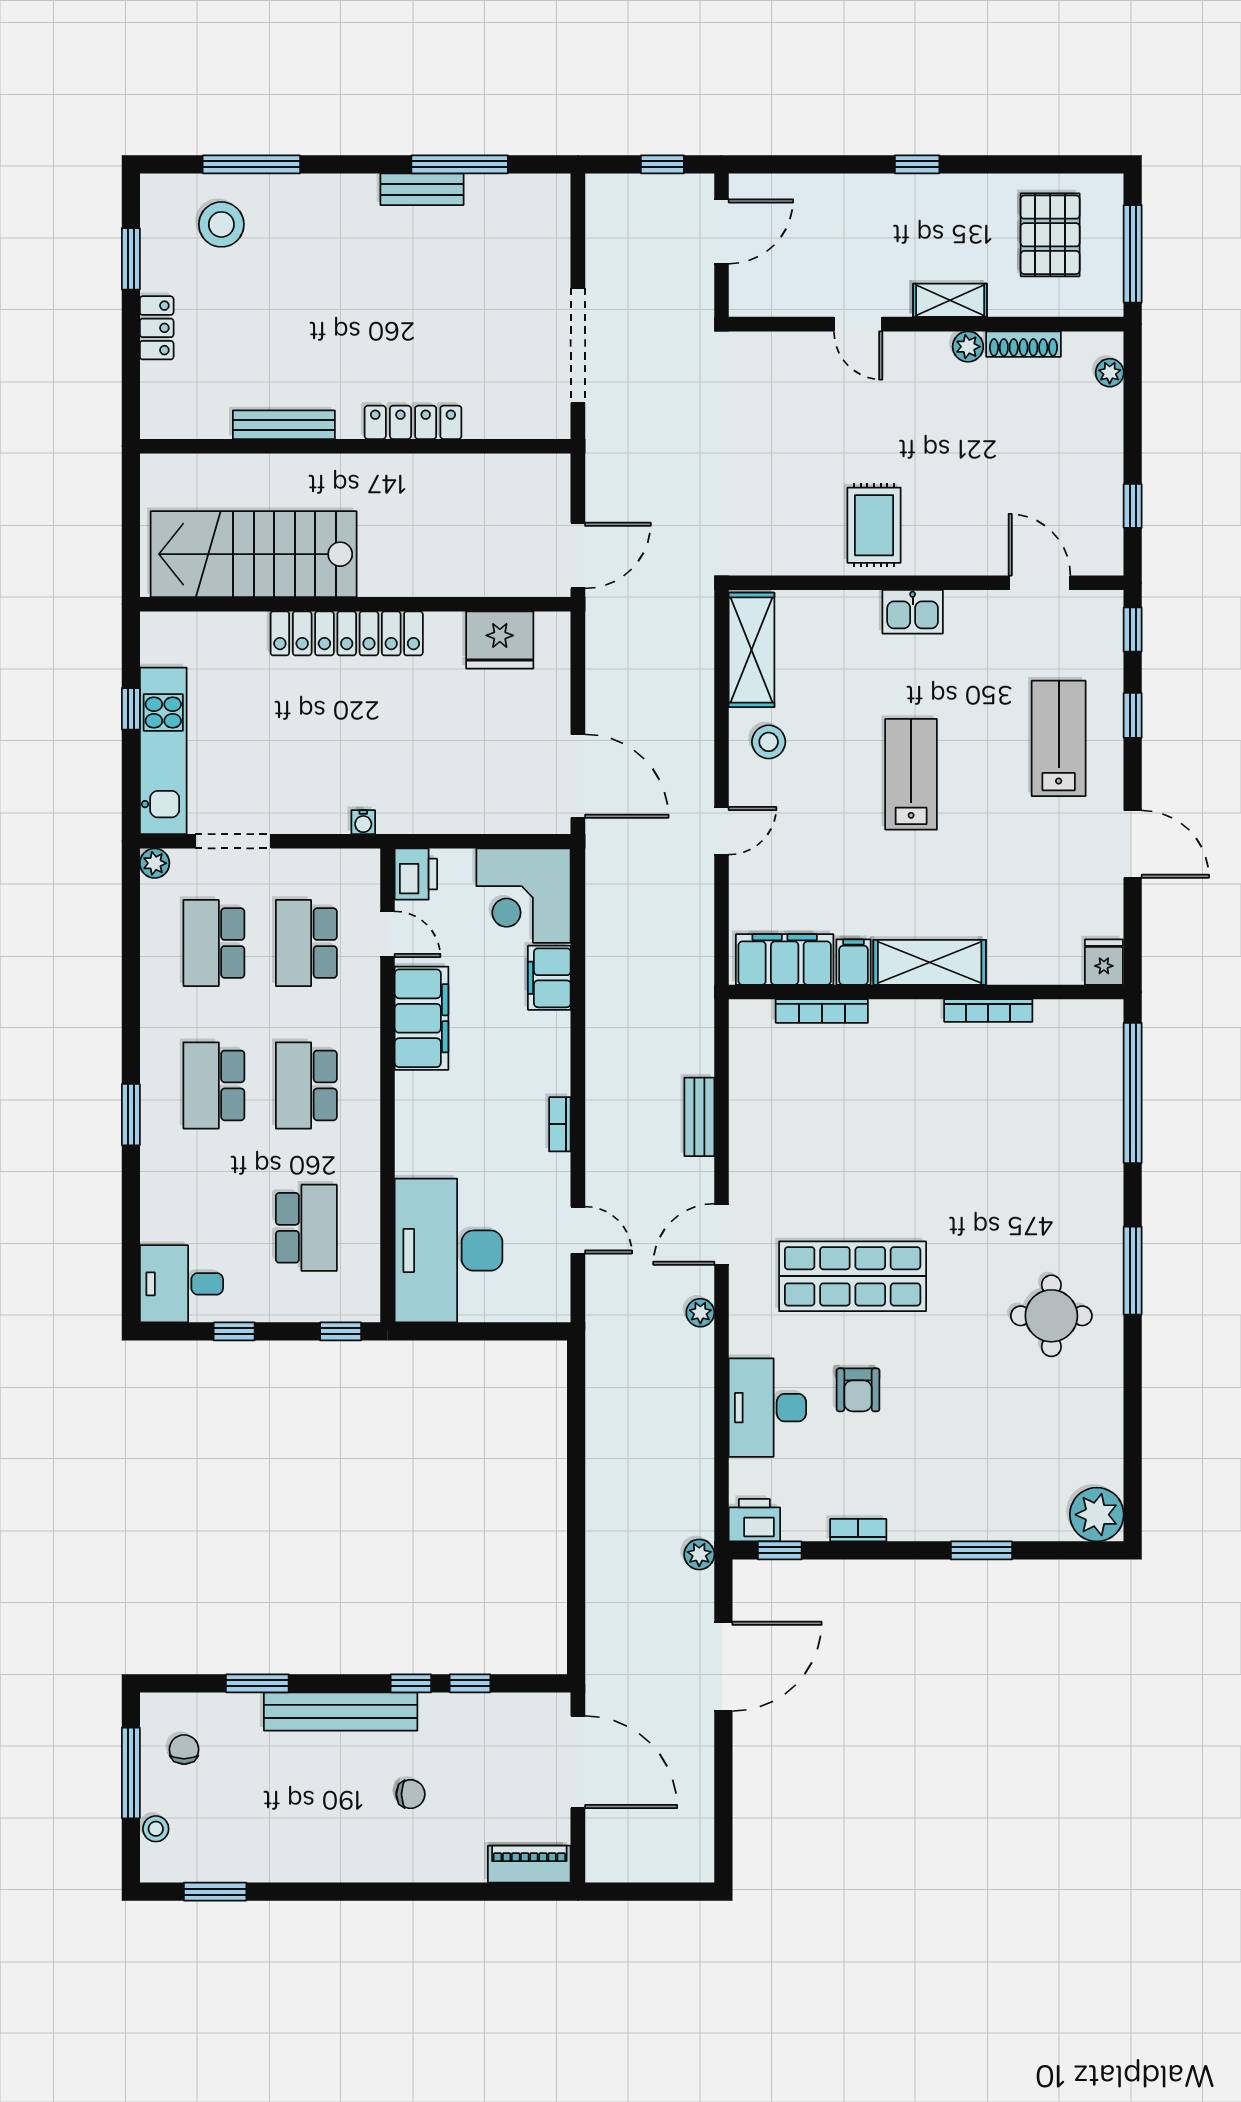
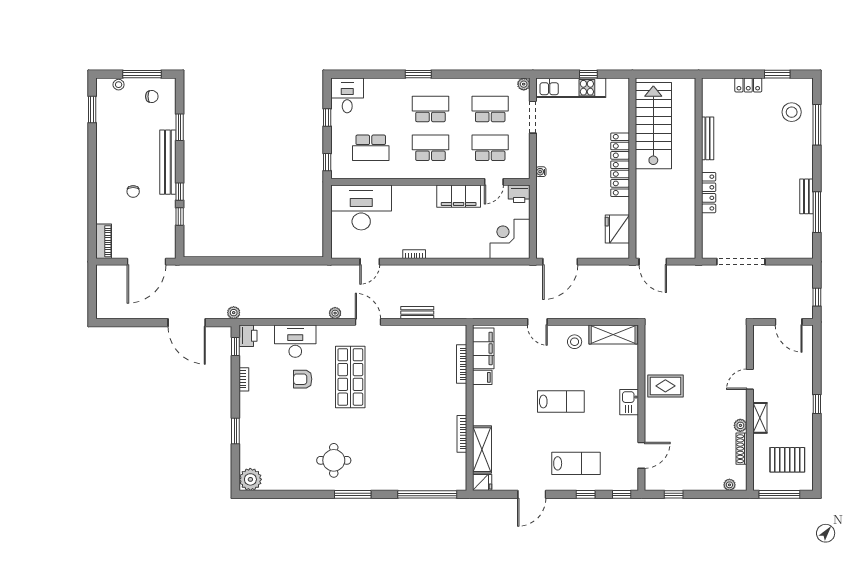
shelving: (930, 962) -> (482, 450), moved
filing cabinet: (549, 978) -> (476, 250), removed

